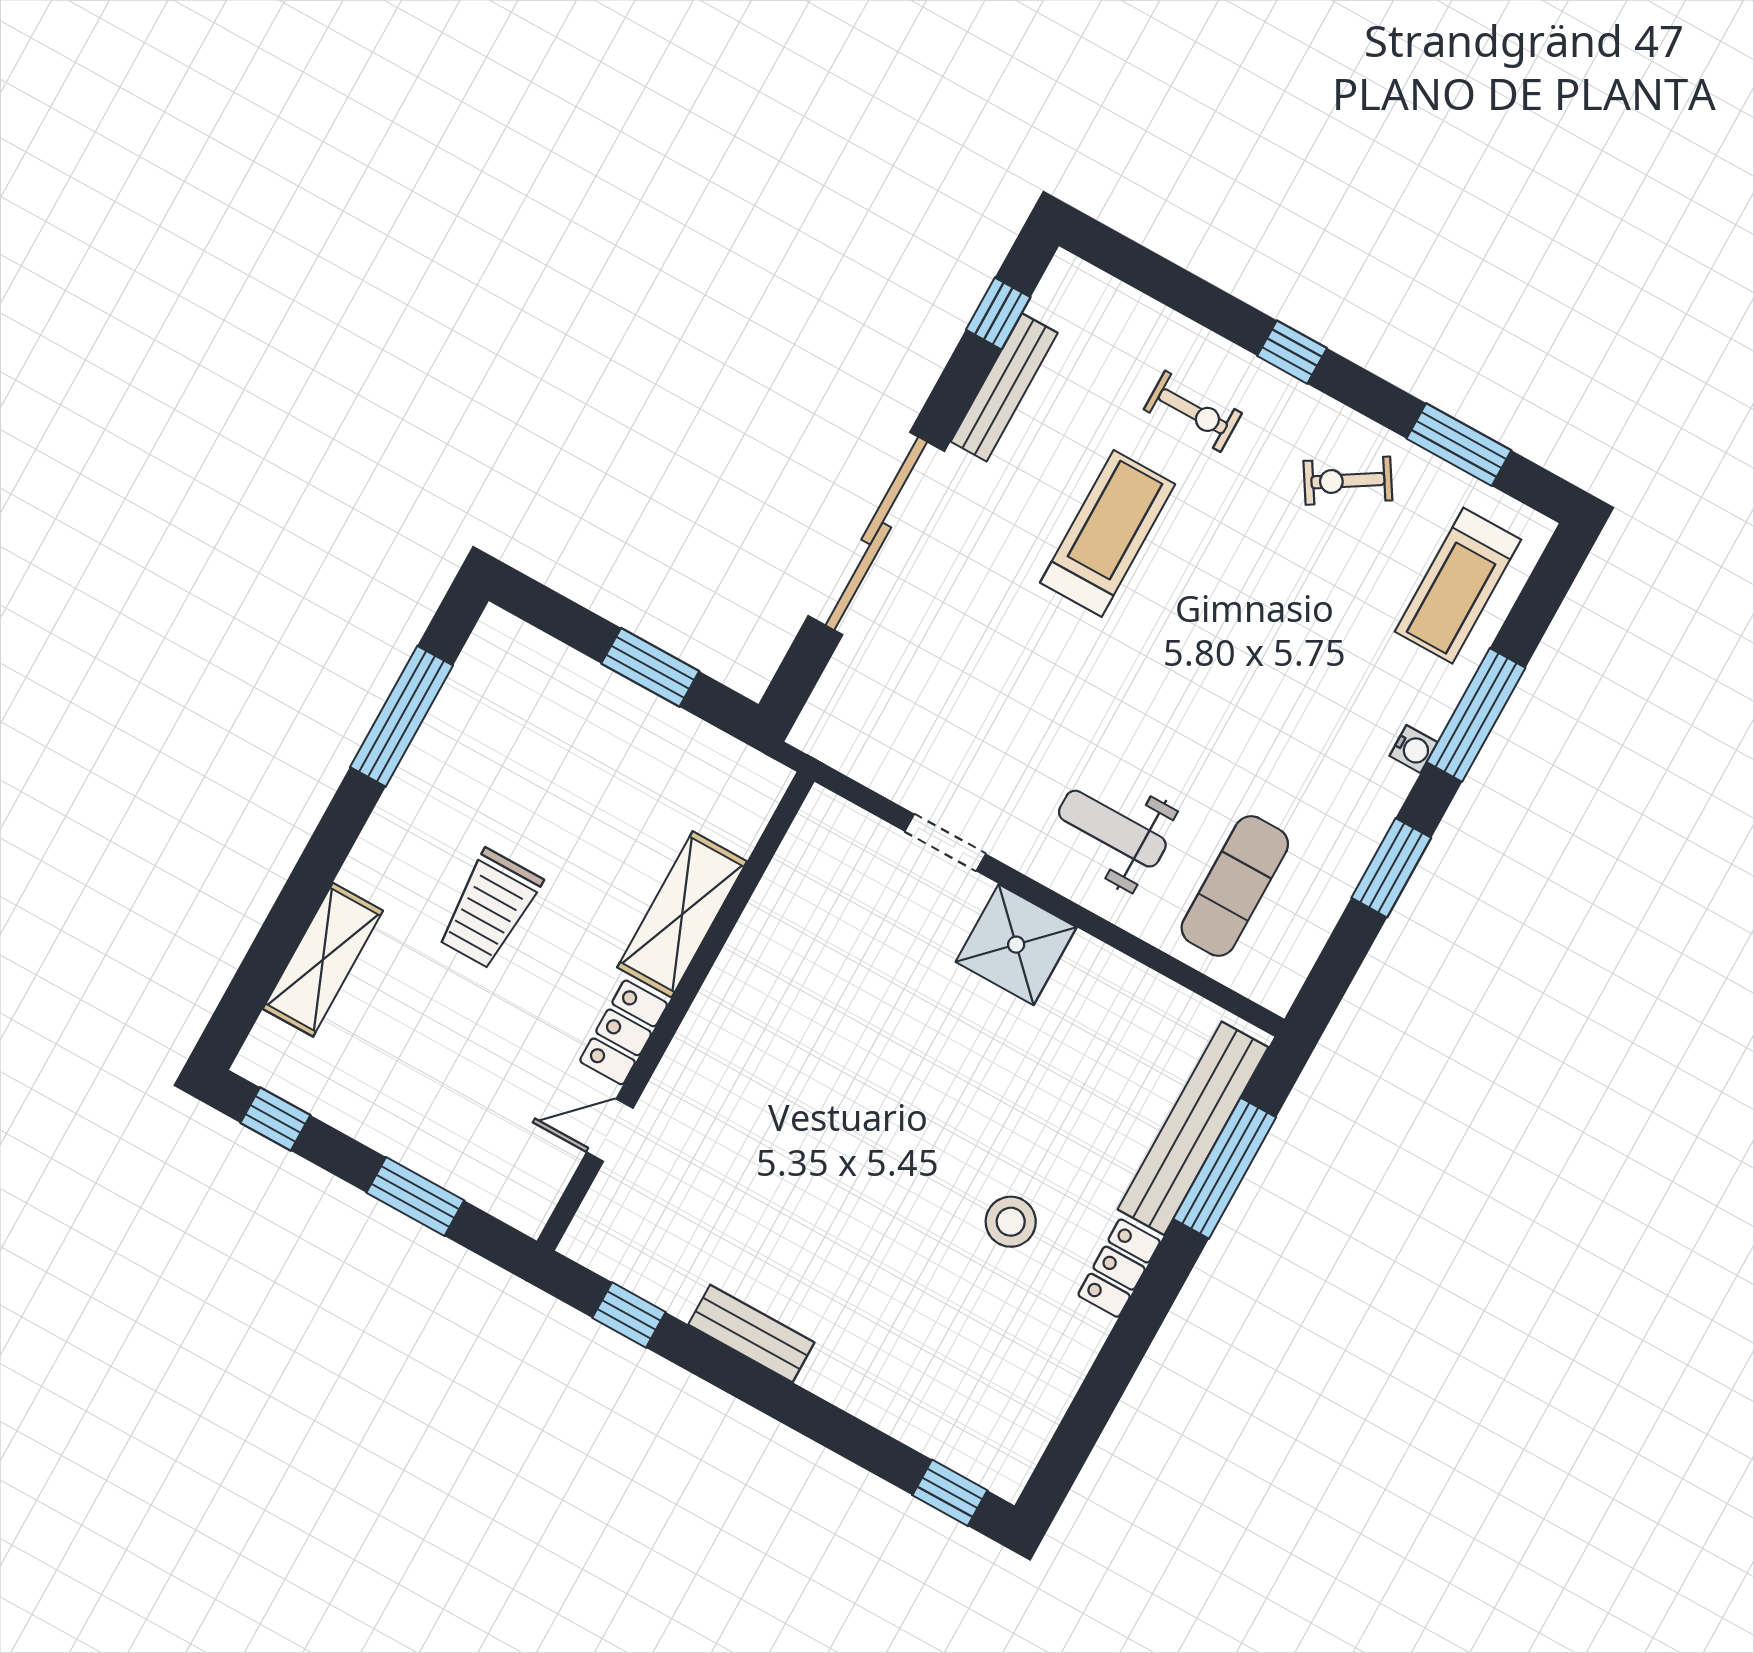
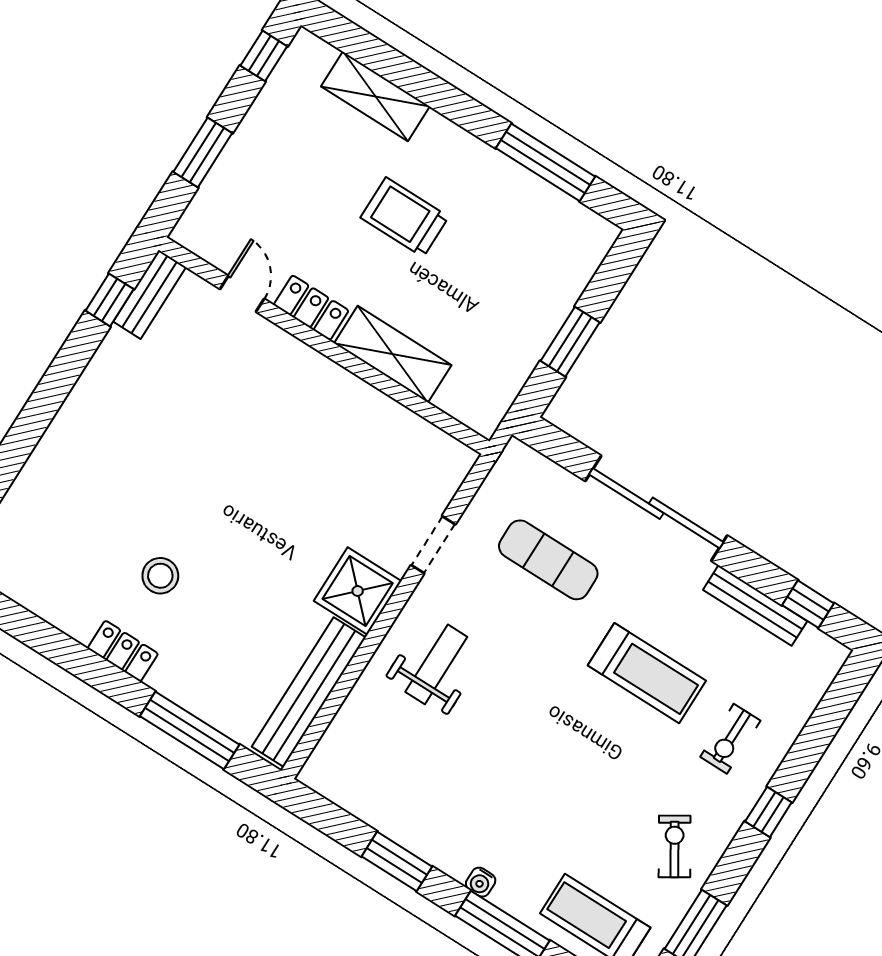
exercise mat: (1235, 886) -> (548, 560), moved
bench: (1193, 1128) -> (309, 692), moved, turned 90
bench: (751, 1333) -> (150, 294), moved

